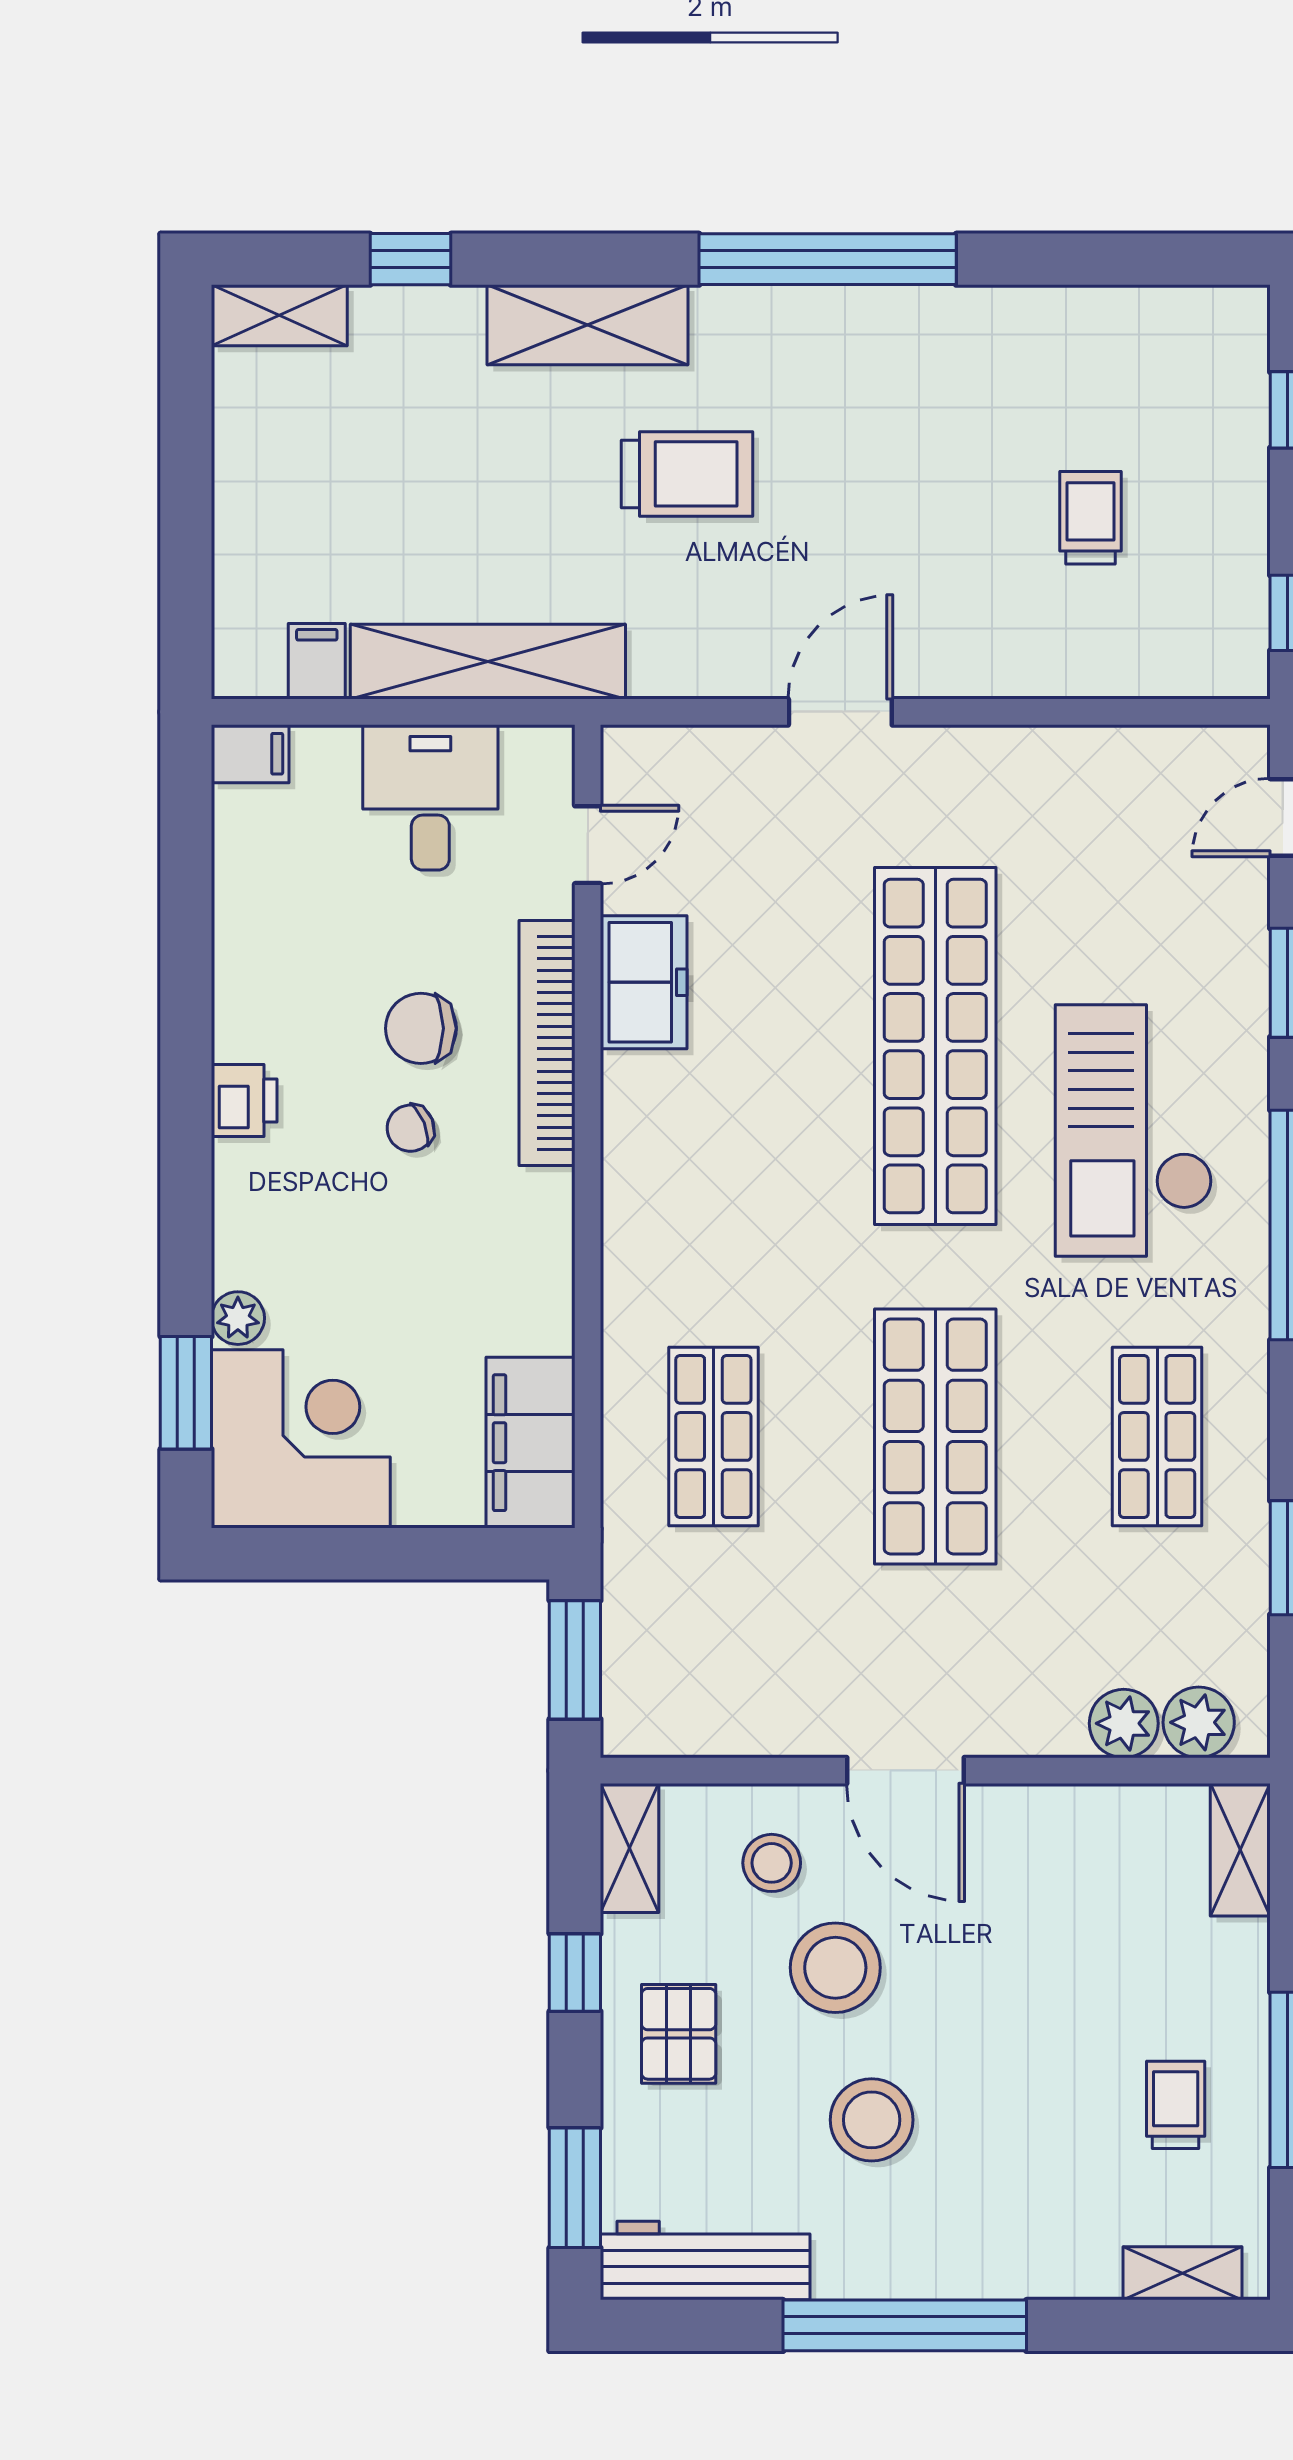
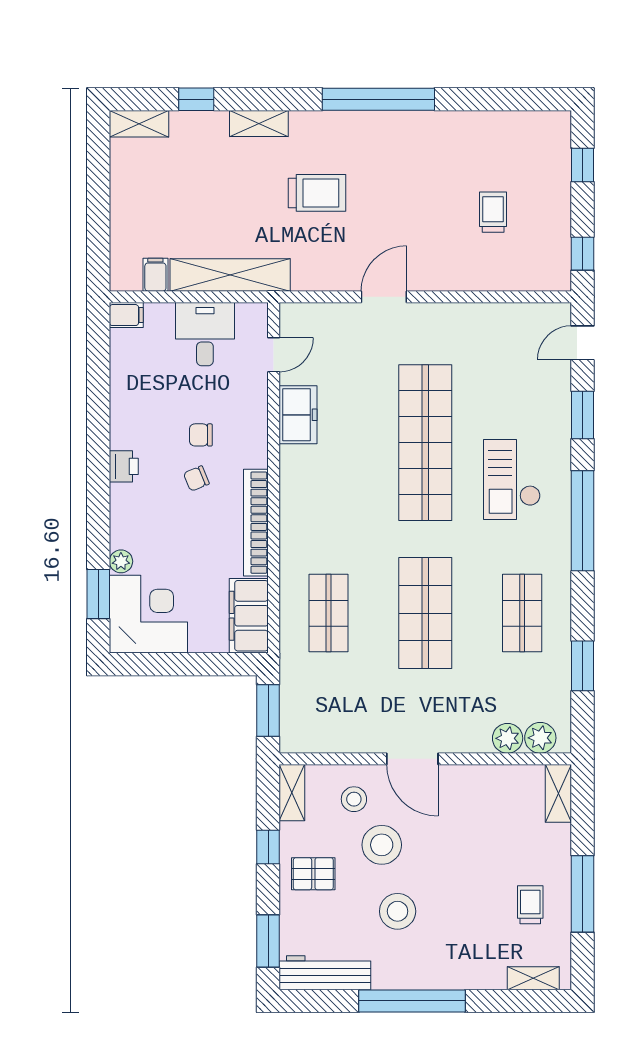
shelving: (587, 325) -> (259, 124), width x0.67, depth x0.75
chair: (421, 1028) -> (201, 435), width x0.73, depth x0.73
bookcase: (547, 1043) -> (256, 523), moved
checkout: (1134, 1131) -> (512, 479), width x0.73, depth x0.83
pallet: (679, 2034) -> (313, 874), turned 90

